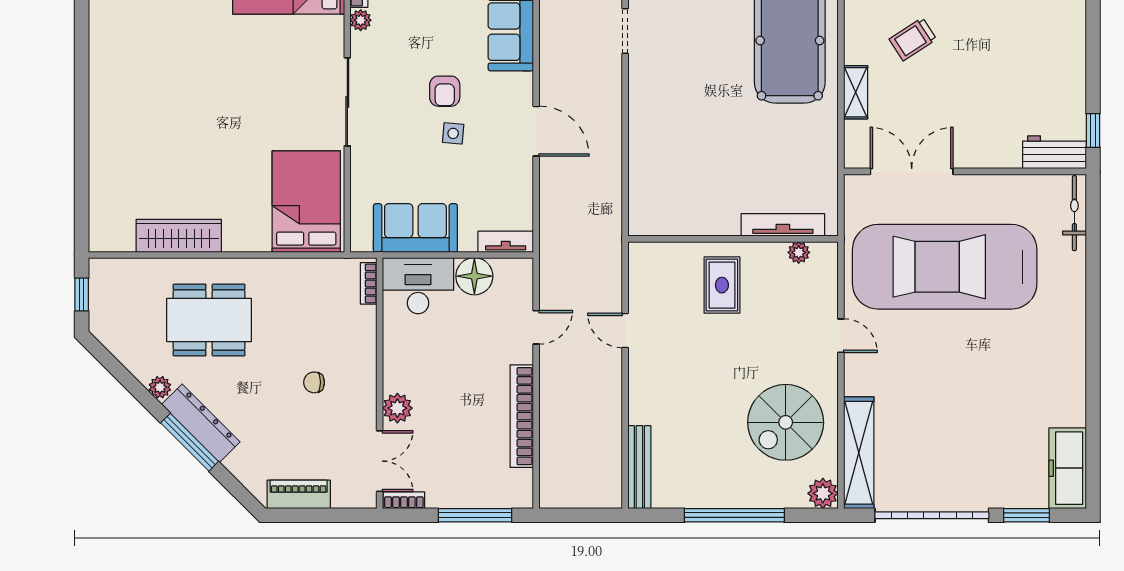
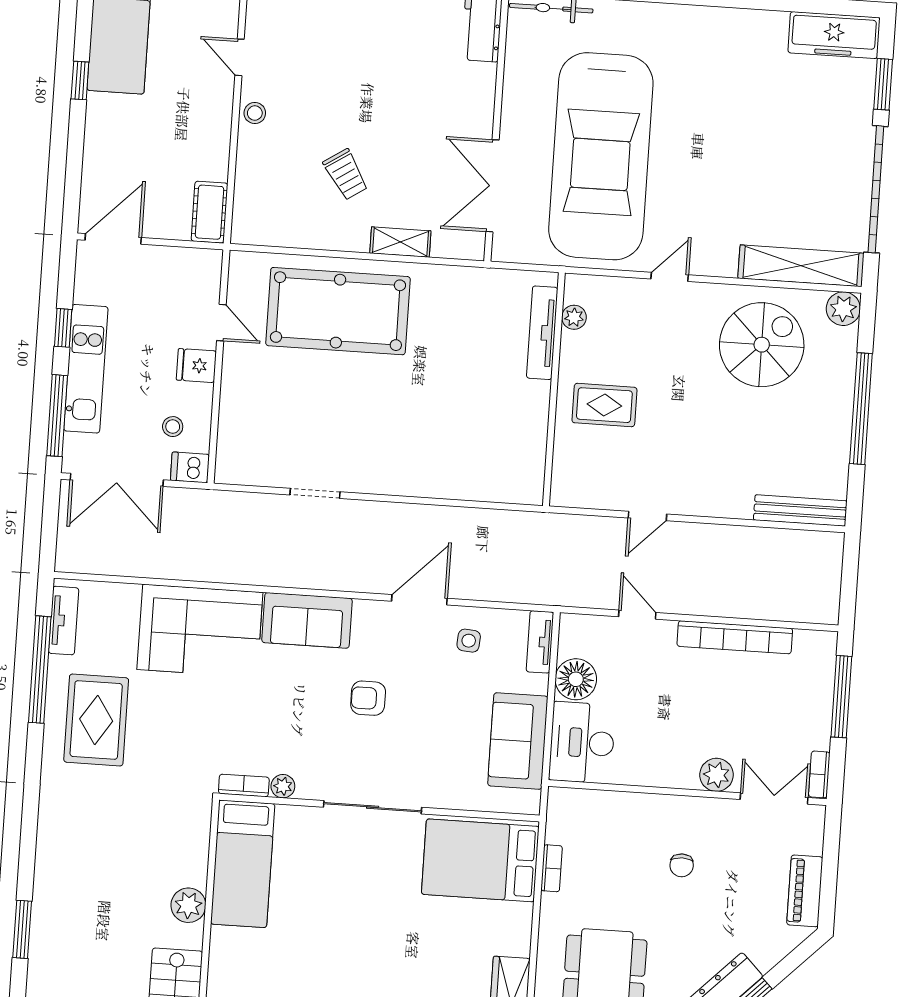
armchair: (445, 91) -> (368, 698), turned 180
side table: (453, 133) -> (469, 641), moved
bookcase: (369, 283) -> (552, 868), moved, turned -90
spiral stairs: (786, 422) -> (762, 345), turned -90

